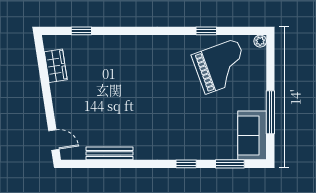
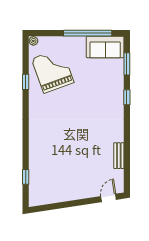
wardrobe: (56, 66) -> (52, 196), removed
window: (270, 112) -> (88, 33), width x1.46
bench: (109, 153) -> (119, 156), width x0.73

